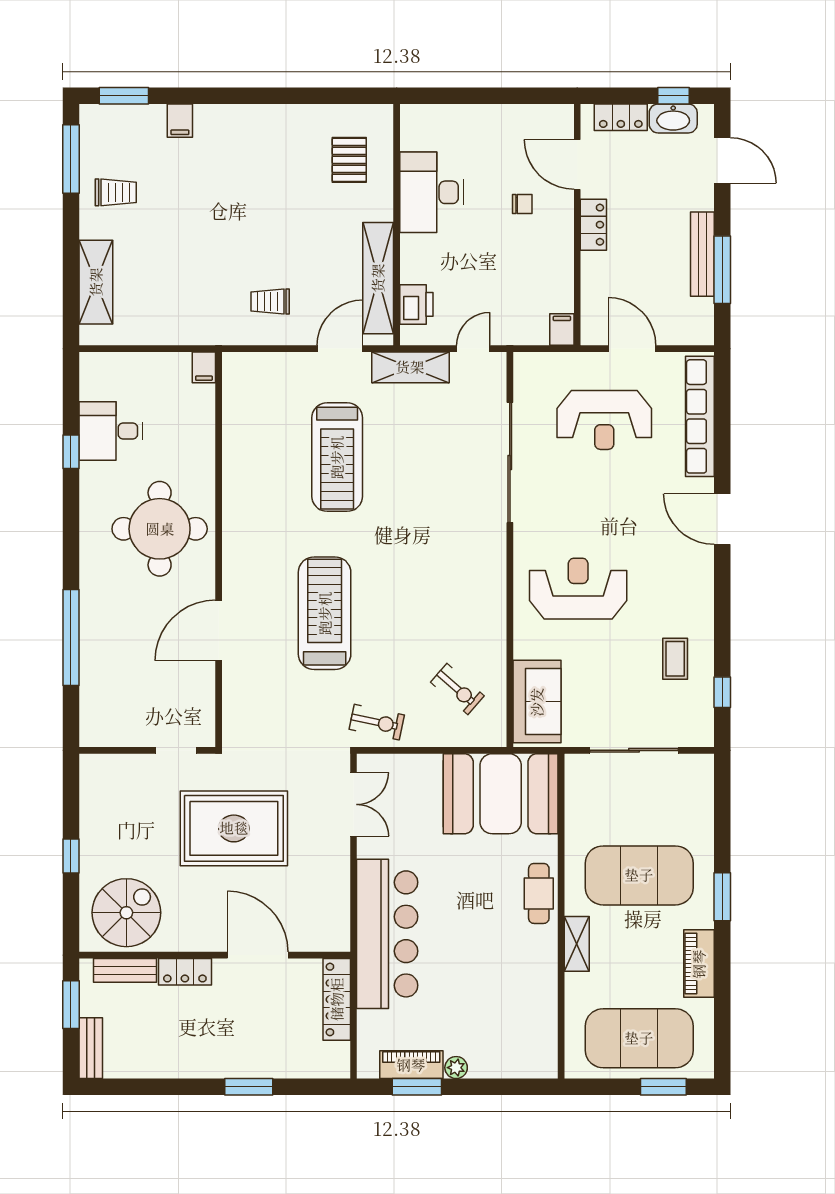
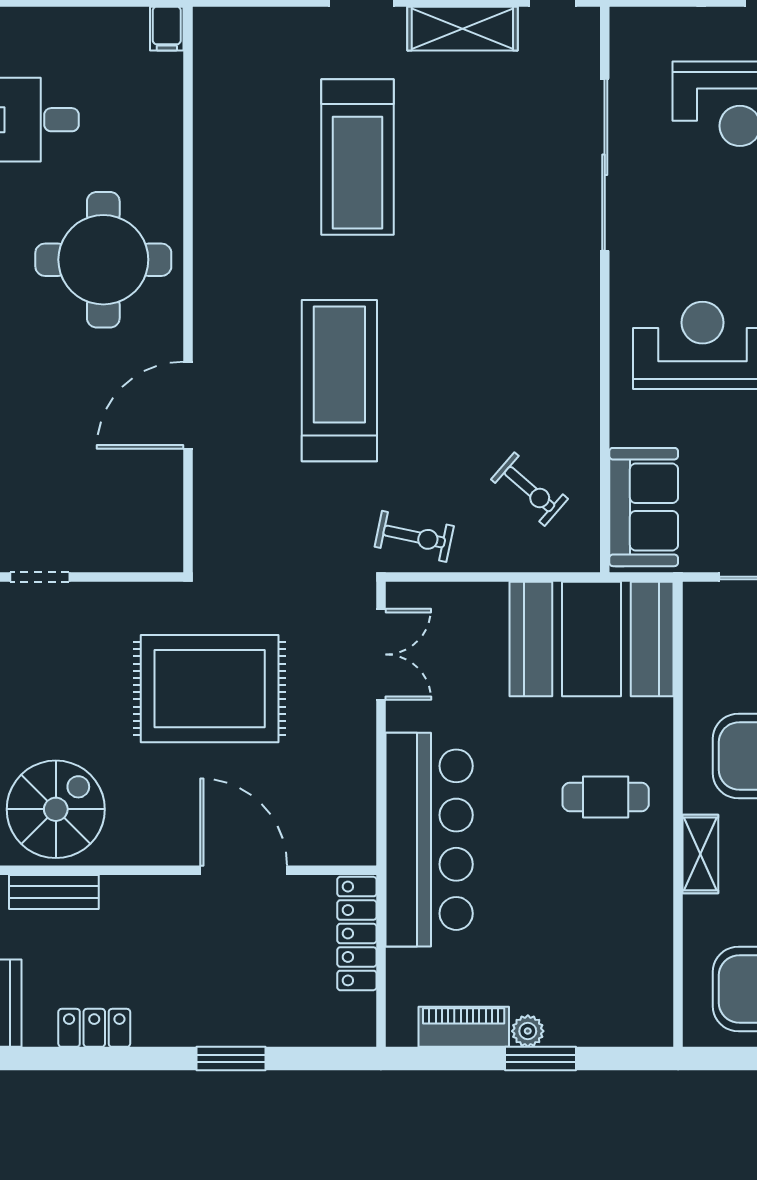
doorway: (176, 750) -> (40, 577), moved
cafe table: (539, 893) -> (606, 797), moved, turned 90
locker: (185, 972) -> (94, 1028), moved, turned 180
window: (417, 1087) -> (541, 1059), moved

